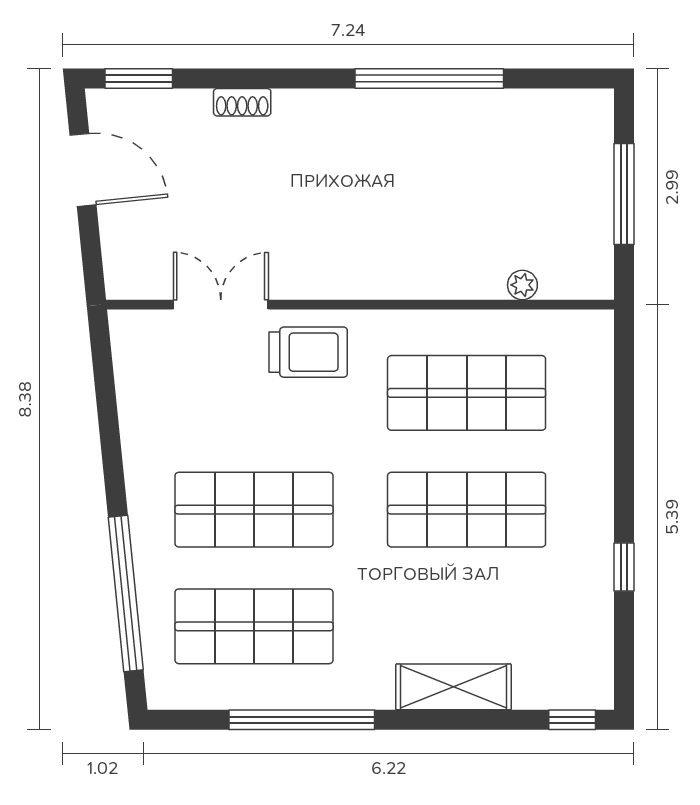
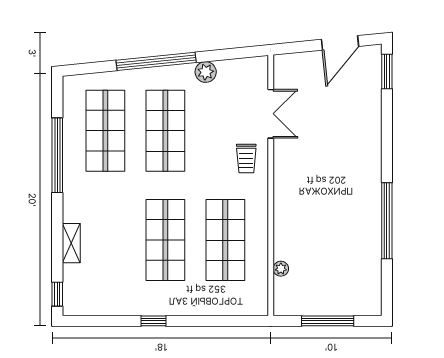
shoe rack: (242, 102) -> (375, 125), removed
trolley: (308, 352) -> (246, 159), width x0.73, depth x0.72
plant: (140, 431) -> (206, 72), added
window: (624, 567) -> (154, 321), moved
window: (126, 594) -> (156, 61), moved
shelving: (453, 687) -> (71, 243), width x0.67, depth x0.75

